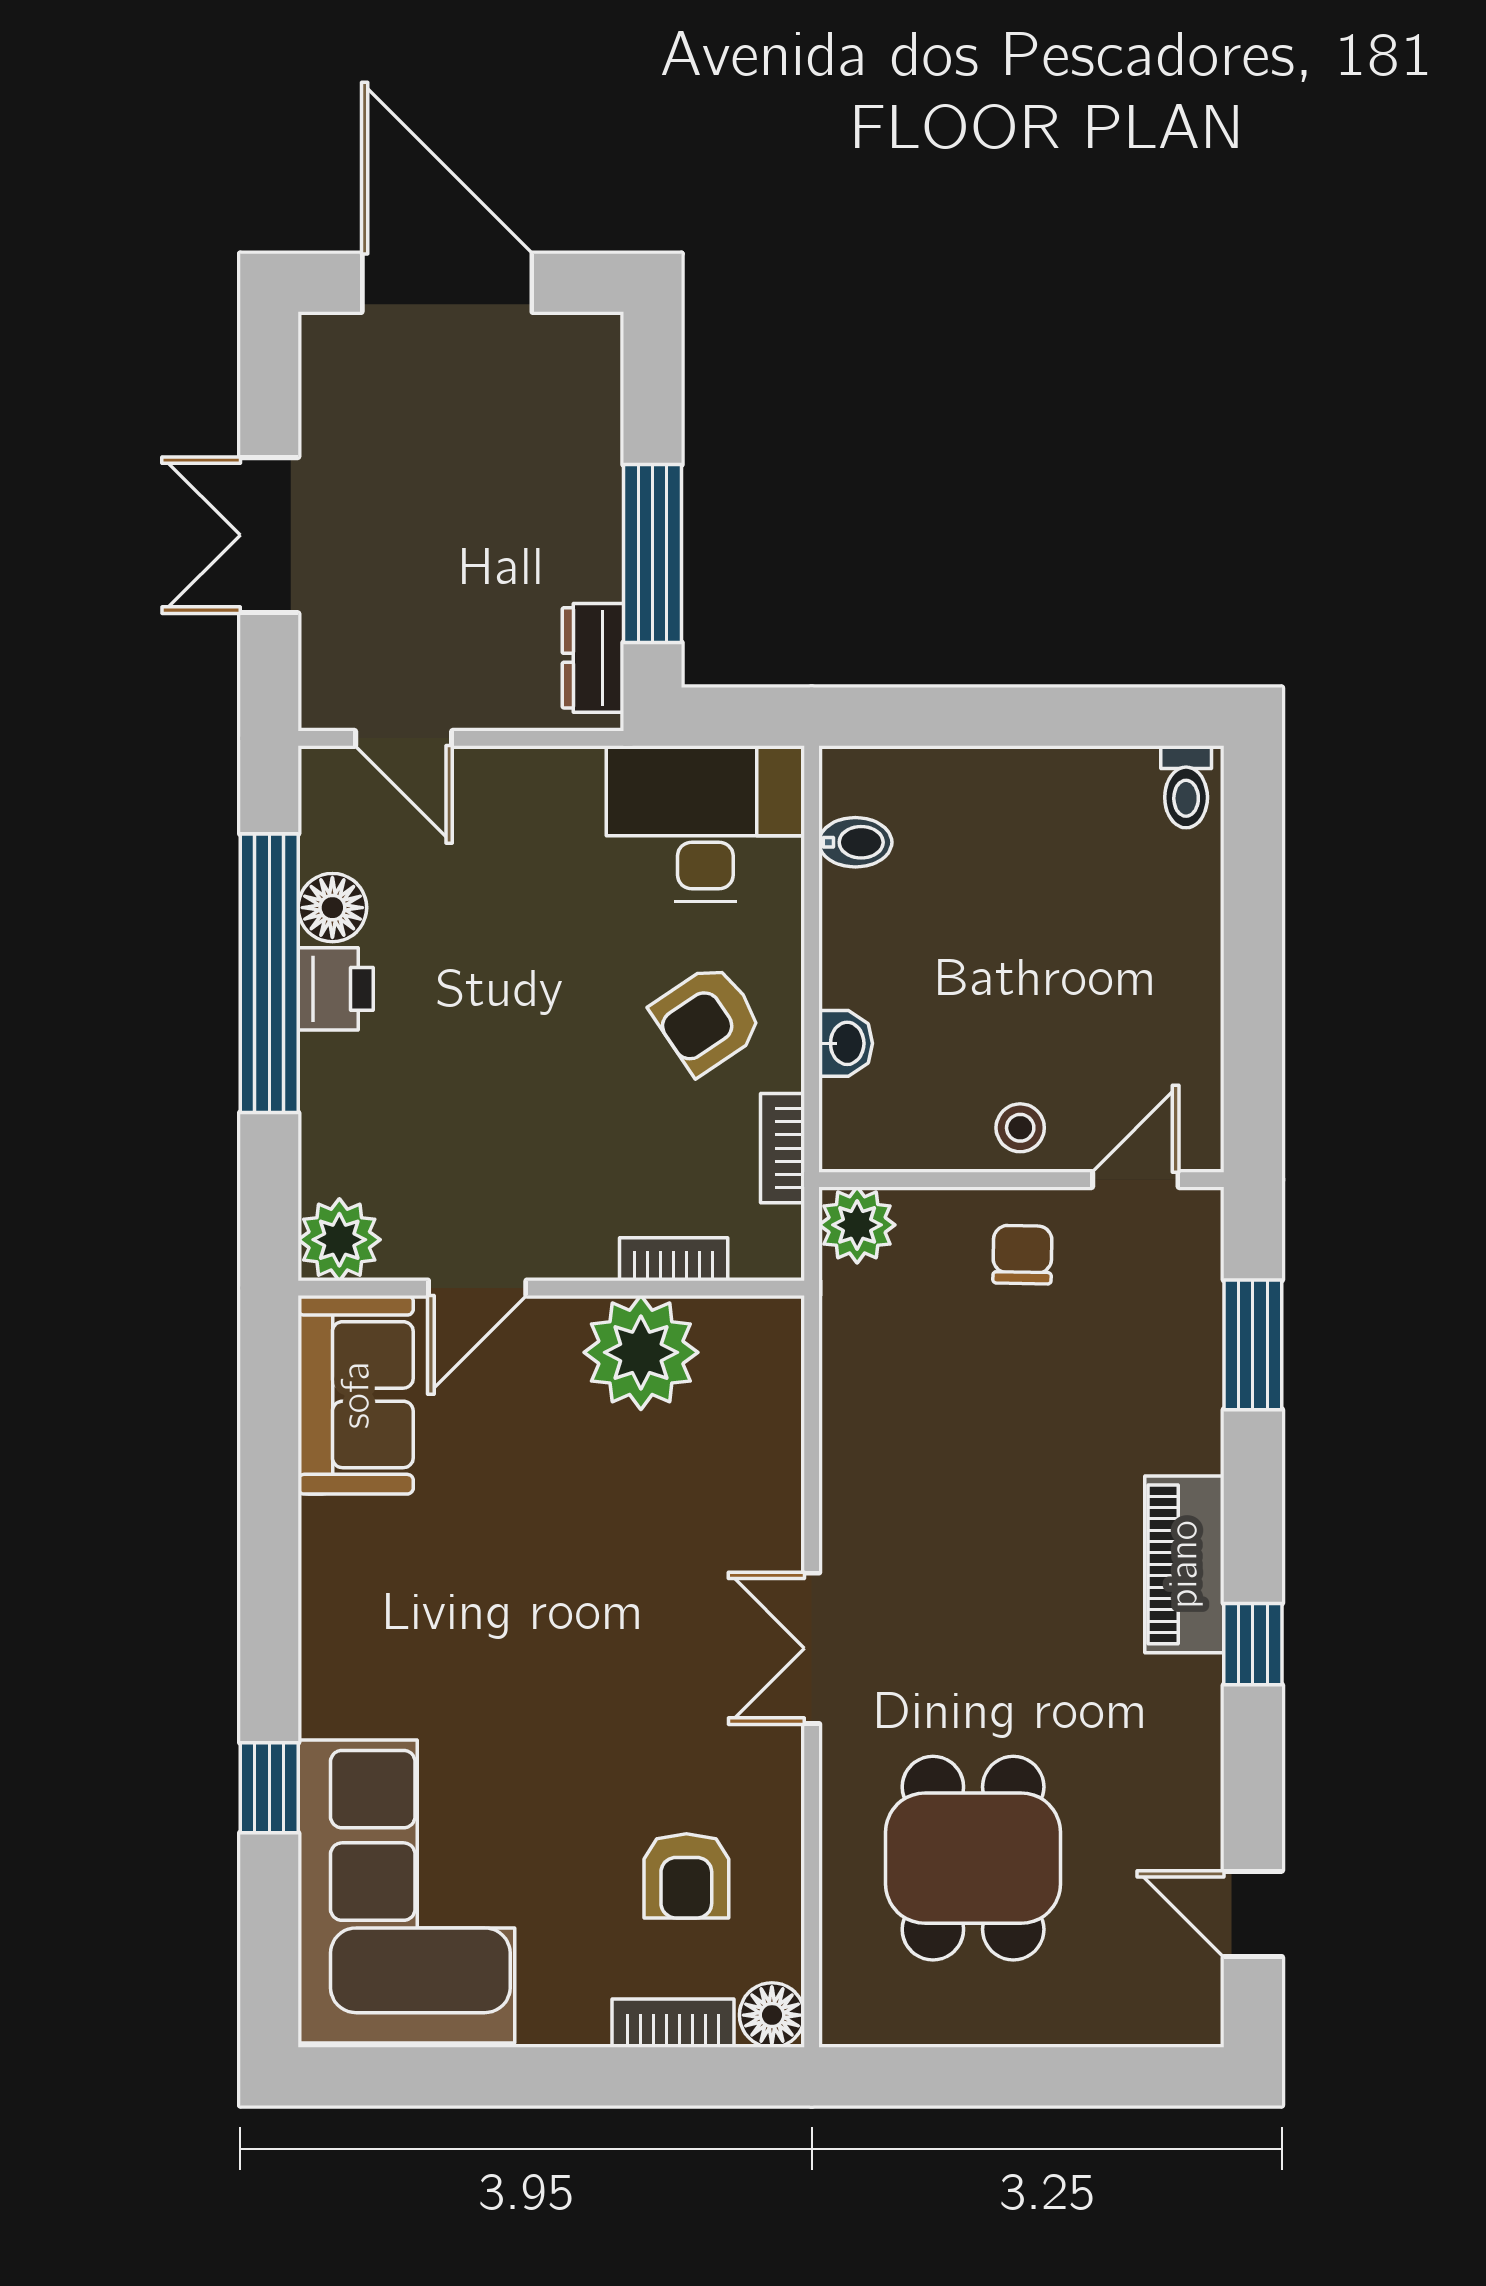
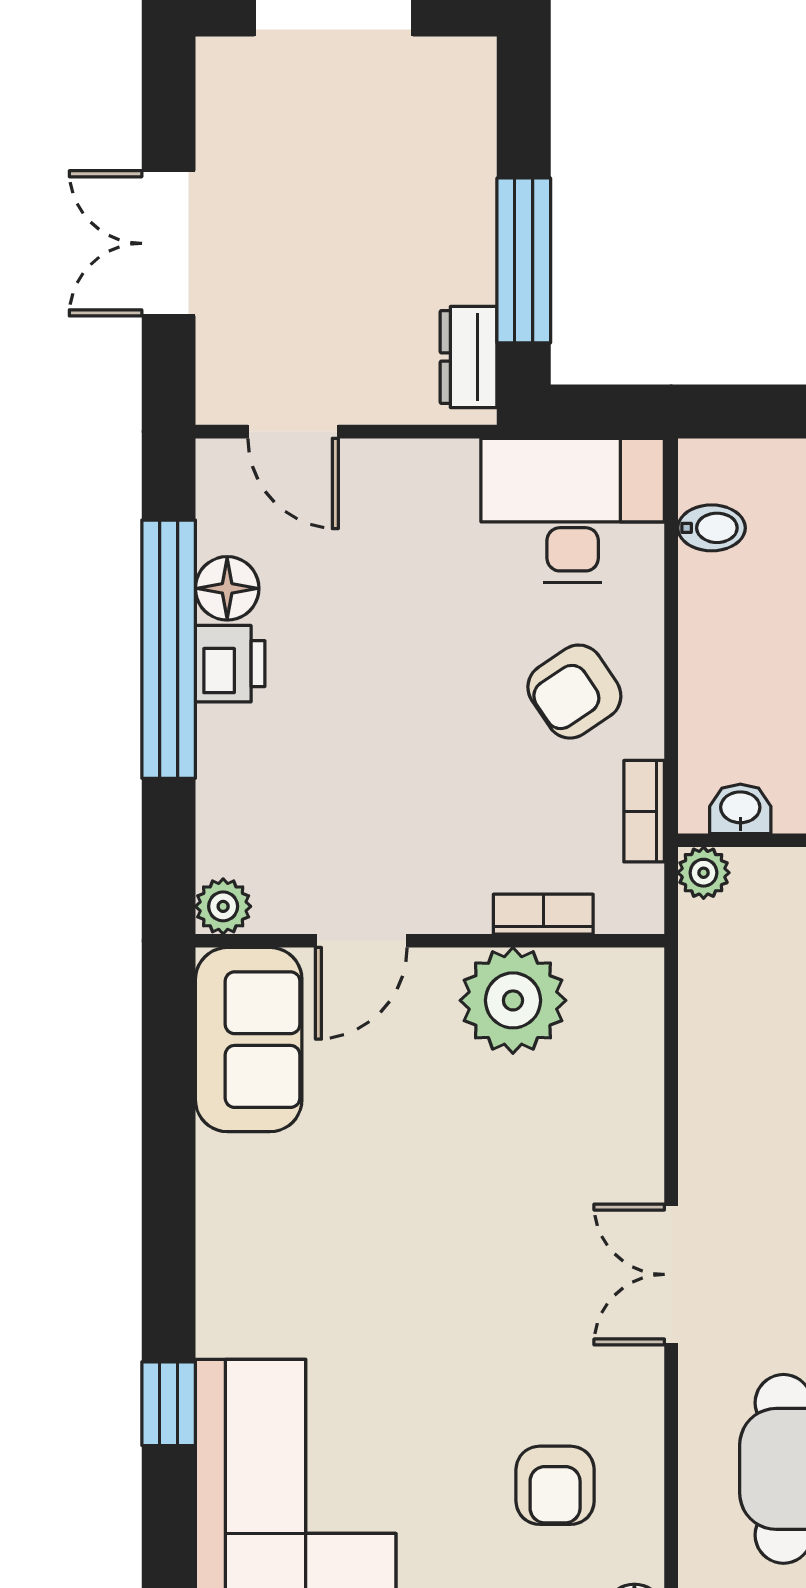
washbasin: (846, 1043) -> (740, 809), moved, turned -90
plant: (857, 1225) -> (704, 873), width x0.73, depth x0.73
plant: (339, 1240) -> (223, 906), width x0.73, depth x0.73

